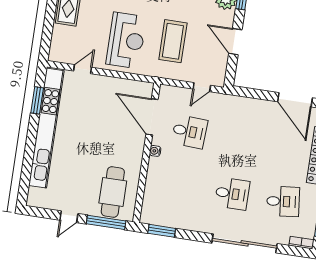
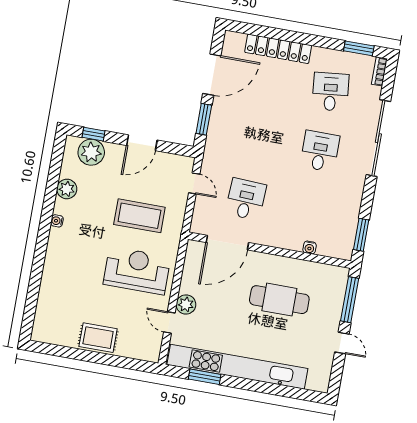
plant: (98, 83) -> (186, 304), added
window: (257, 94) -> (204, 119), added
water cooler: (155, 151) -> (310, 248), moved
cafe table: (113, 192) -> (279, 300), moved

